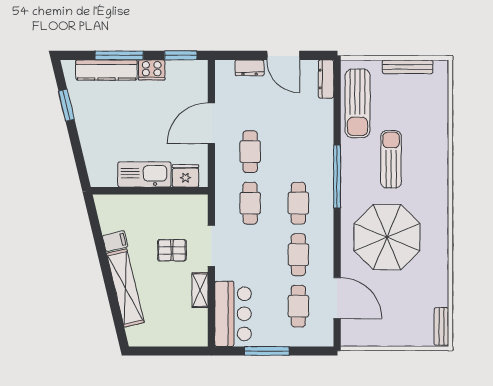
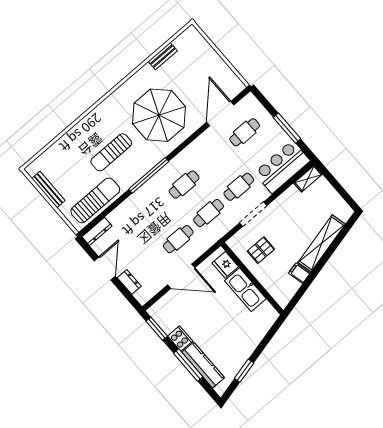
pallet: (172, 250) -> (261, 250), moved, turned 90
cafe table: (298, 255) -> (239, 187), moved
shelving: (200, 290) -> (308, 179), moved
bench: (441, 327) -> (163, 56), moved

